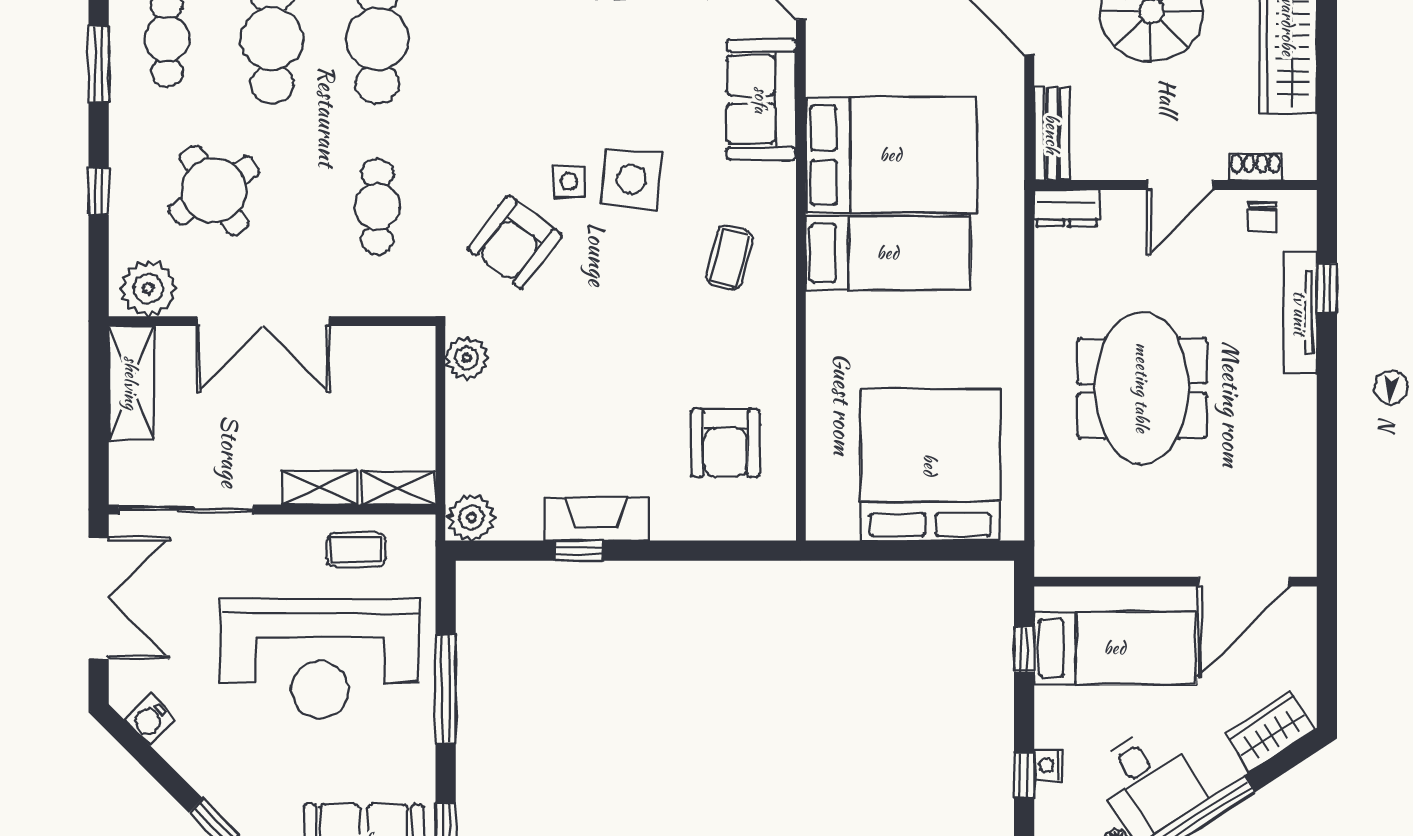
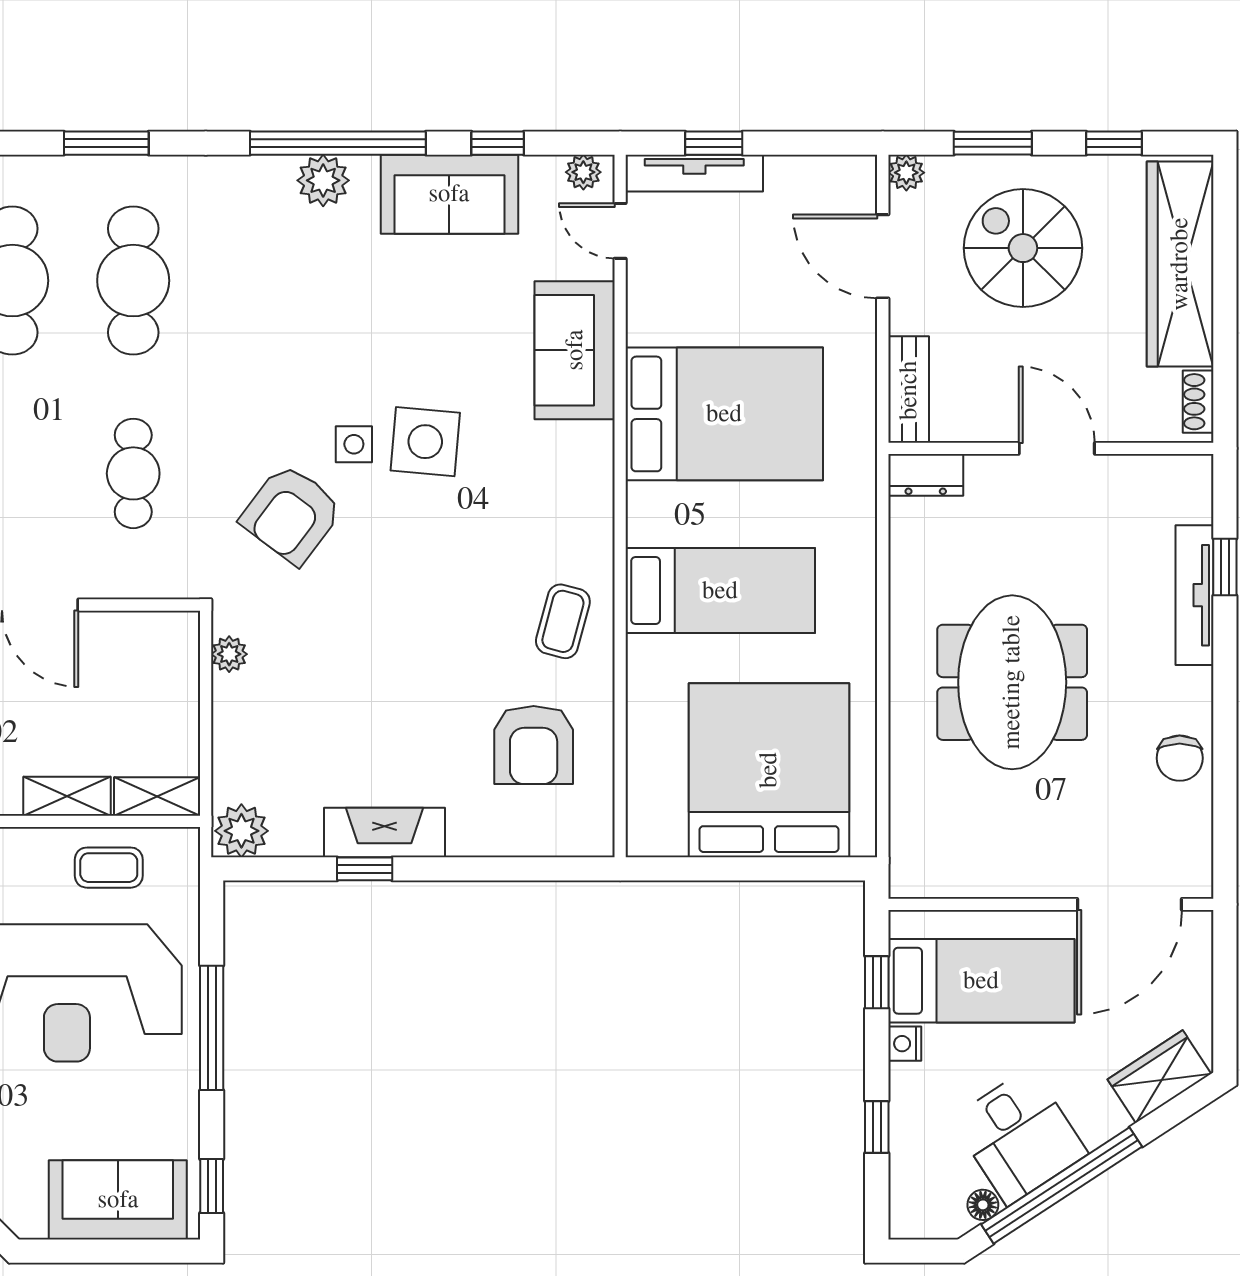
shoe rack: (1255, 167) -> (1198, 402), moved, turned -90
door: (1181, 185) -> (1057, 448), swing flipped
chair: (1262, 217) -> (1180, 758), moved, width x1.37, depth x1.37
bed: (888, 253) -> (720, 591), moved
coffee table: (729, 258) -> (563, 621), moved
plant: (467, 358) -> (229, 654), width x0.73, depth x0.73
nightstand: (1048, 765) -> (905, 1044), moved

